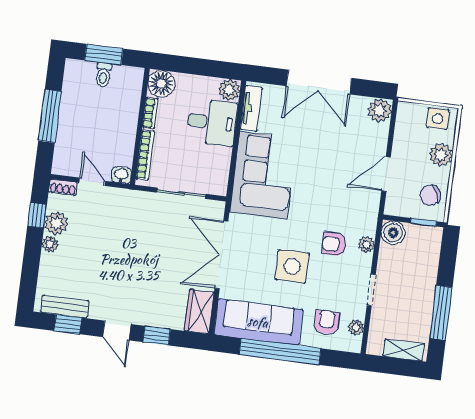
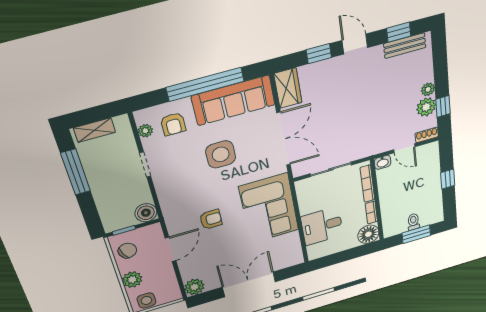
plant: (229, 90) -> (316, 252), removed
tv unit: (251, 108) -> (295, 247), removed
window: (50, 116) -> (448, 179), width x0.46
armchair: (334, 244) -> (211, 219), moved
plant: (367, 244) -> (164, 196), removed

